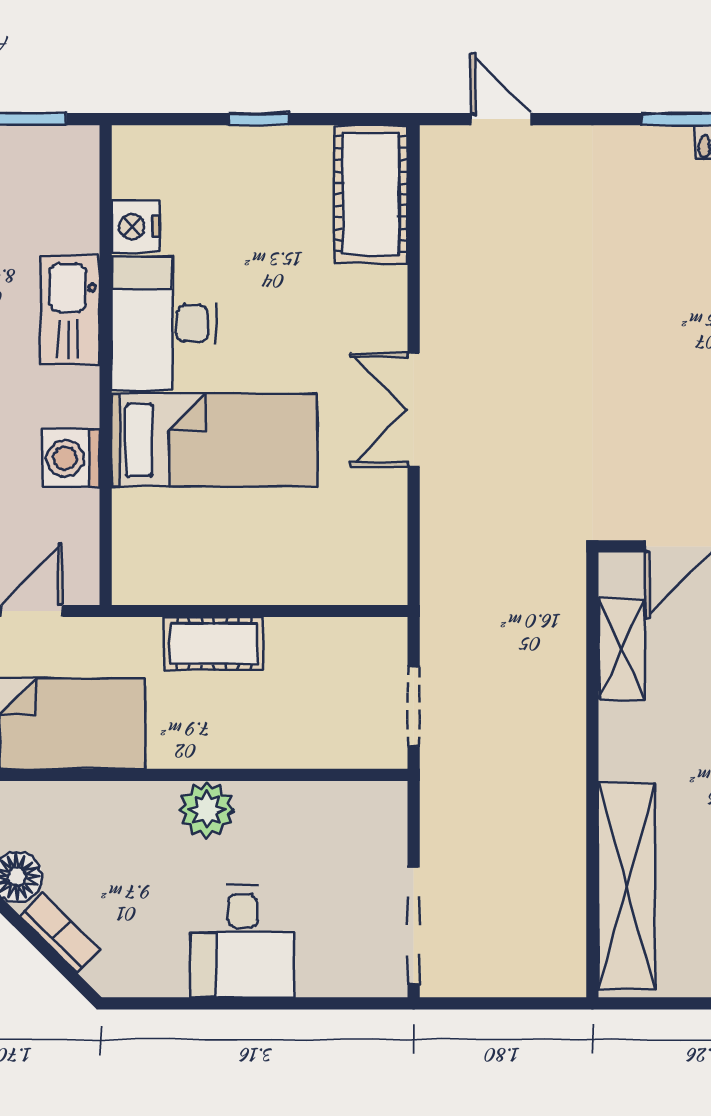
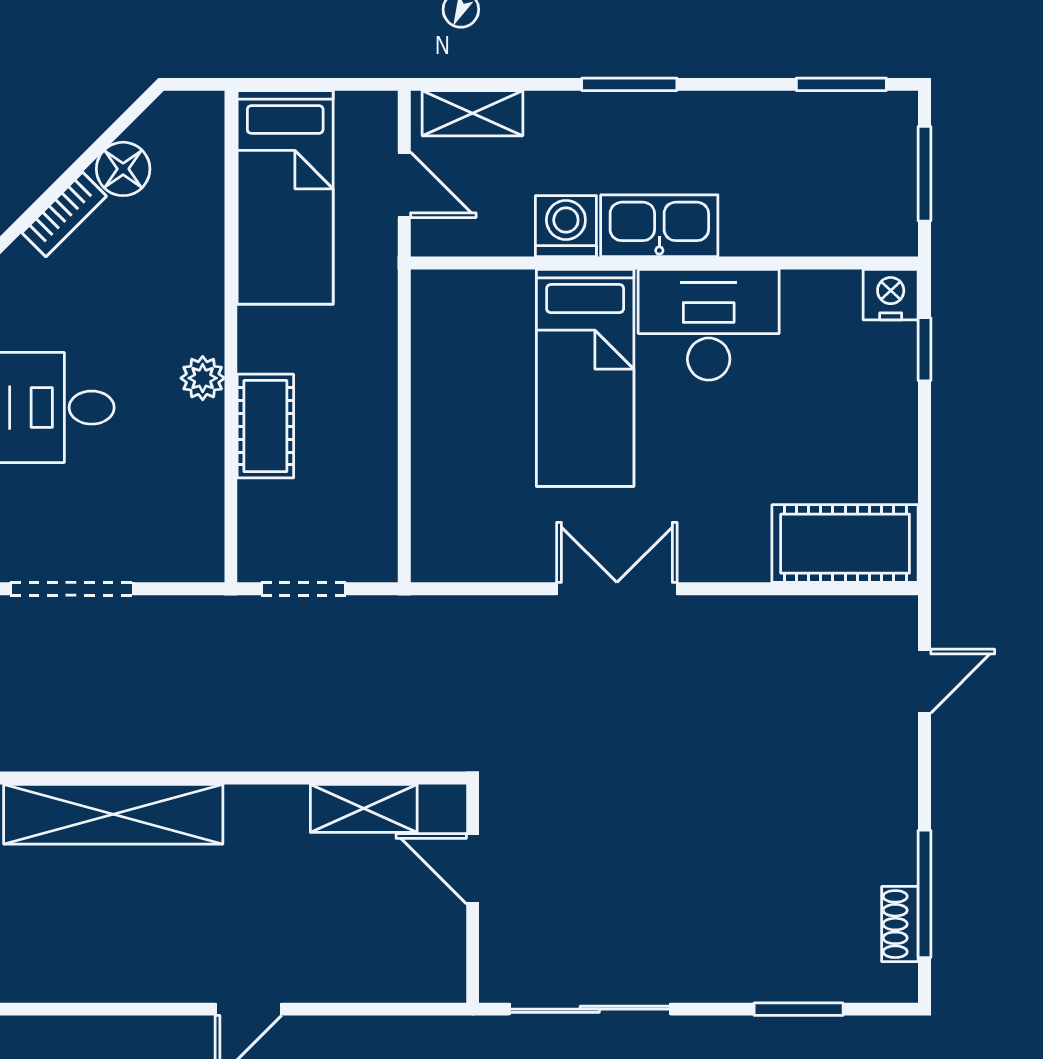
window: (259, 119) -> (925, 349), moved
nightstand: (136, 227) -> (891, 295), moved
kitchen sink: (70, 310) -> (659, 226), moved
cot: (214, 644) -> (265, 426), moved
plant: (207, 809) -> (203, 378), width x0.73, depth x0.73

